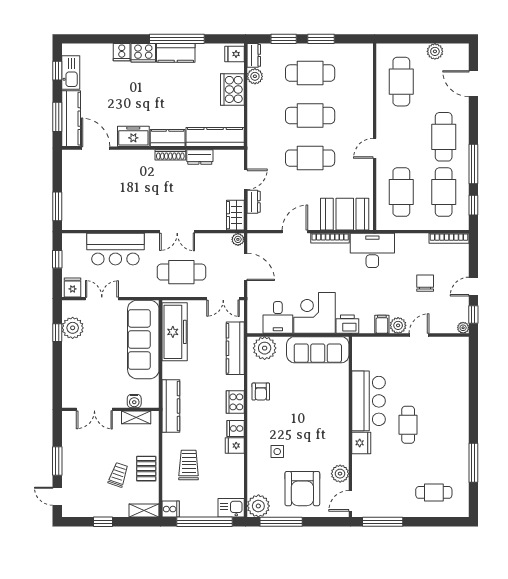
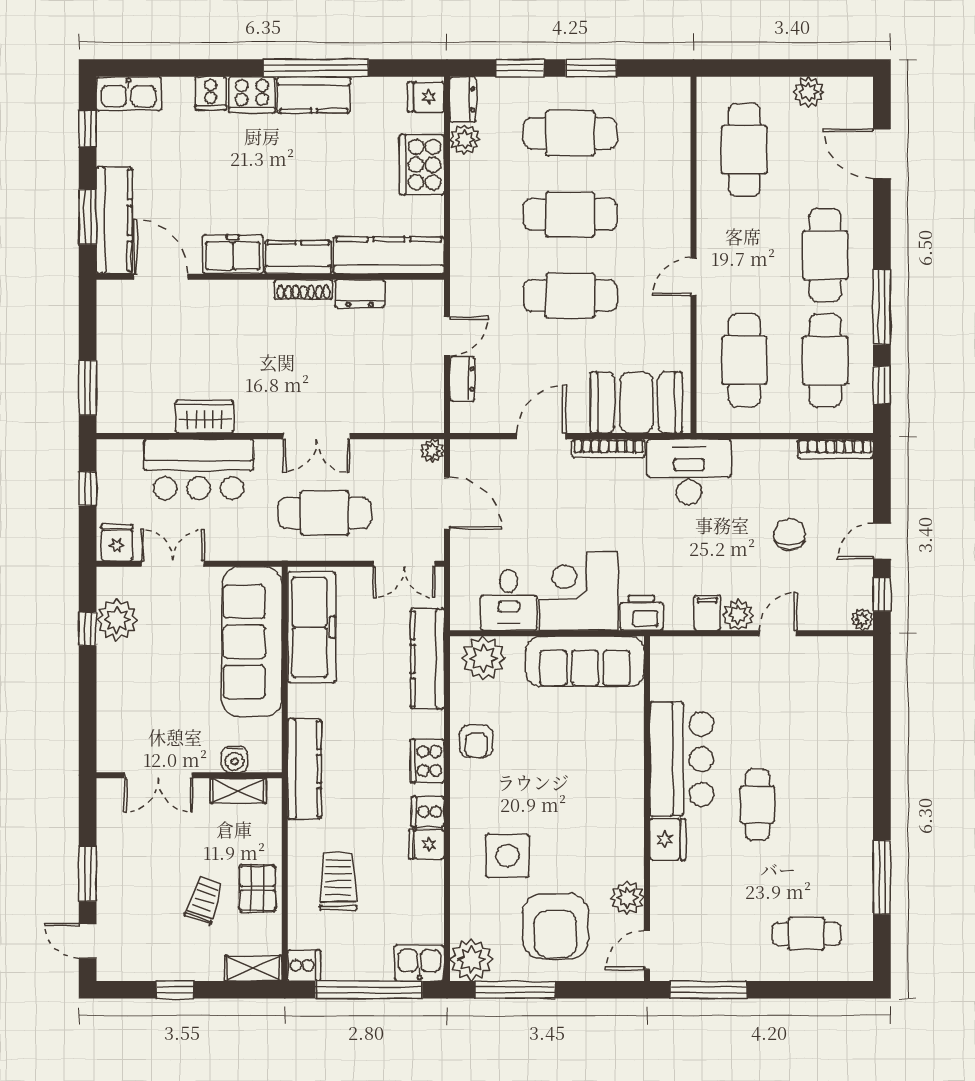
kitchen sink: (71, 72) -> (129, 94), moved, turned 90
wardrobe: (235, 215) -> (205, 417), moved, turned 90
side table: (277, 452) -> (508, 856), width x1.87, depth x1.87

